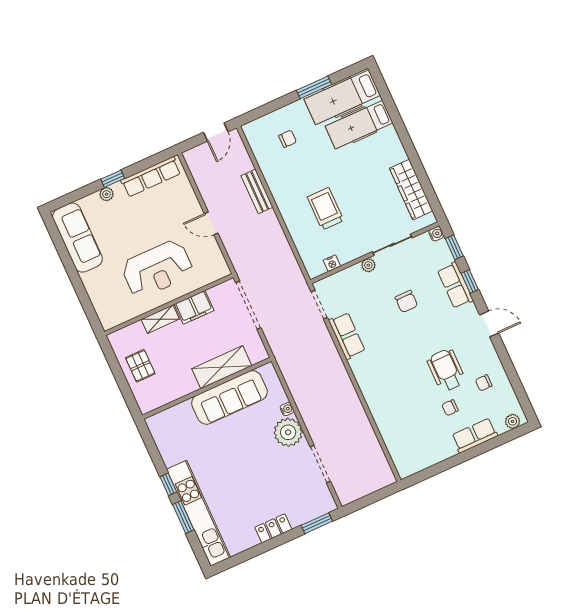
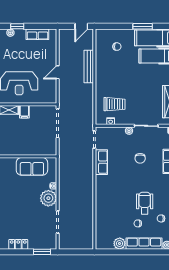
row of seats: (151, 177) -> (37, 34), width x0.68
bench: (257, 191) -> (89, 67), width x1.36
trolley: (326, 209) -> (115, 104), moved, turned 90
door: (211, 223) -> (58, 72), hinge flipped
filing cabinet: (194, 307) -> (24, 112), width x0.50
shelving: (222, 367) -> (29, 149), removed
sofa: (229, 397) -> (32, 166), width x0.73
row of seats: (475, 436) -> (144, 244), width x1.48
plant: (435, 453) -> (120, 243), added

